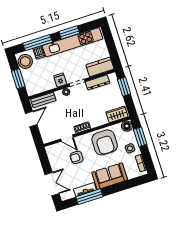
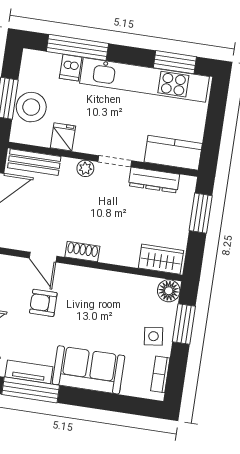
window: (69, 32) -> (175, 62), moved
stool: (25, 61) -> (31, 107), moved
fridge: (60, 80) -> (63, 137), moved
armchair: (105, 142) -> (111, 301), removed

